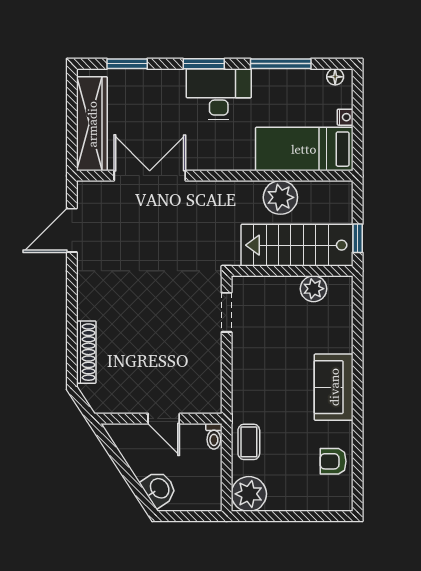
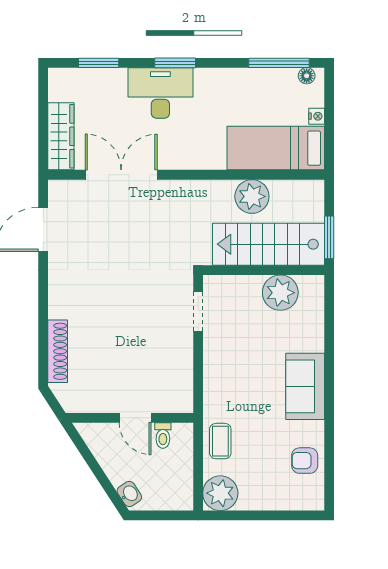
window: (281, 64) -> (279, 63), moved
desk: (219, 94) -> (160, 93), moved
wardrobe: (92, 124) -> (61, 136), width x0.71, depth x0.85
window: (358, 238) -> (329, 237), width x1.50
plant: (314, 289) -> (280, 293), width x1.36, depth x1.36
toilet: (214, 436) -> (163, 435), moved
washbasin: (159, 489) -> (129, 494), width x0.72, depth x0.69

